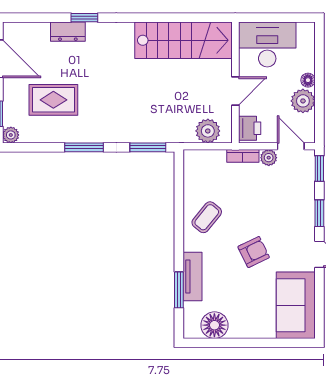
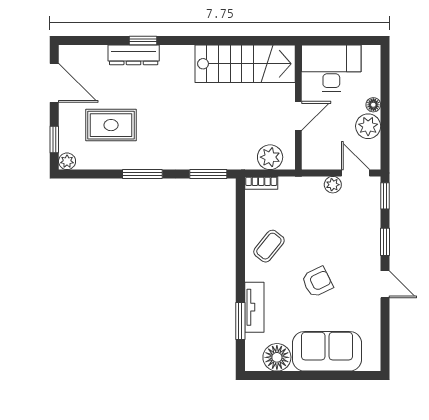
dresser: (68, 32) -> (134, 55), width x1.44
printer: (250, 128) -> (313, 154), removed
bookcase: (243, 156) -> (261, 183), moved
sofa: (296, 305) -> (327, 351), moved, turned 90

